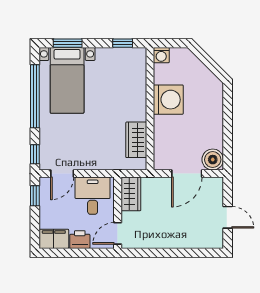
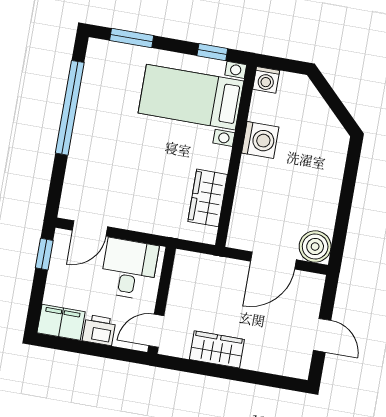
bed with nightstands: (67, 80) -> (191, 97), moved, turned 90
washing machine: (168, 100) -> (260, 140), width x0.73, depth x0.73
window: (35, 154) -> (55, 193), removed
wardrobe: (131, 194) -> (217, 349), moved, turned -90

